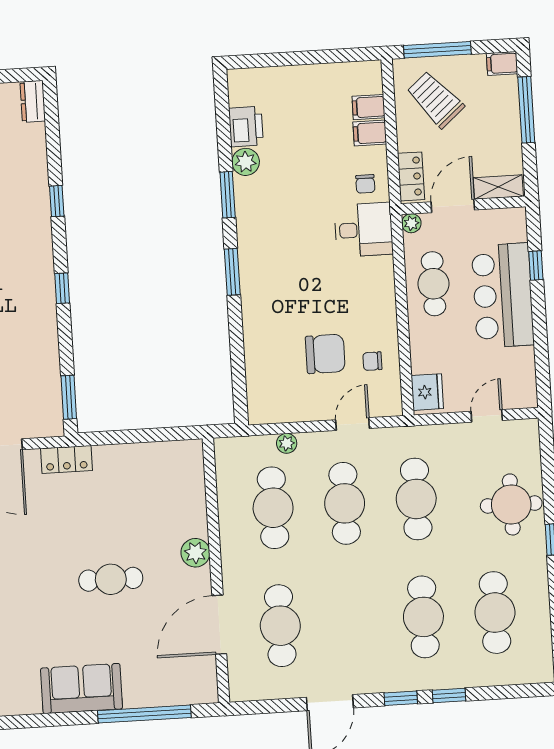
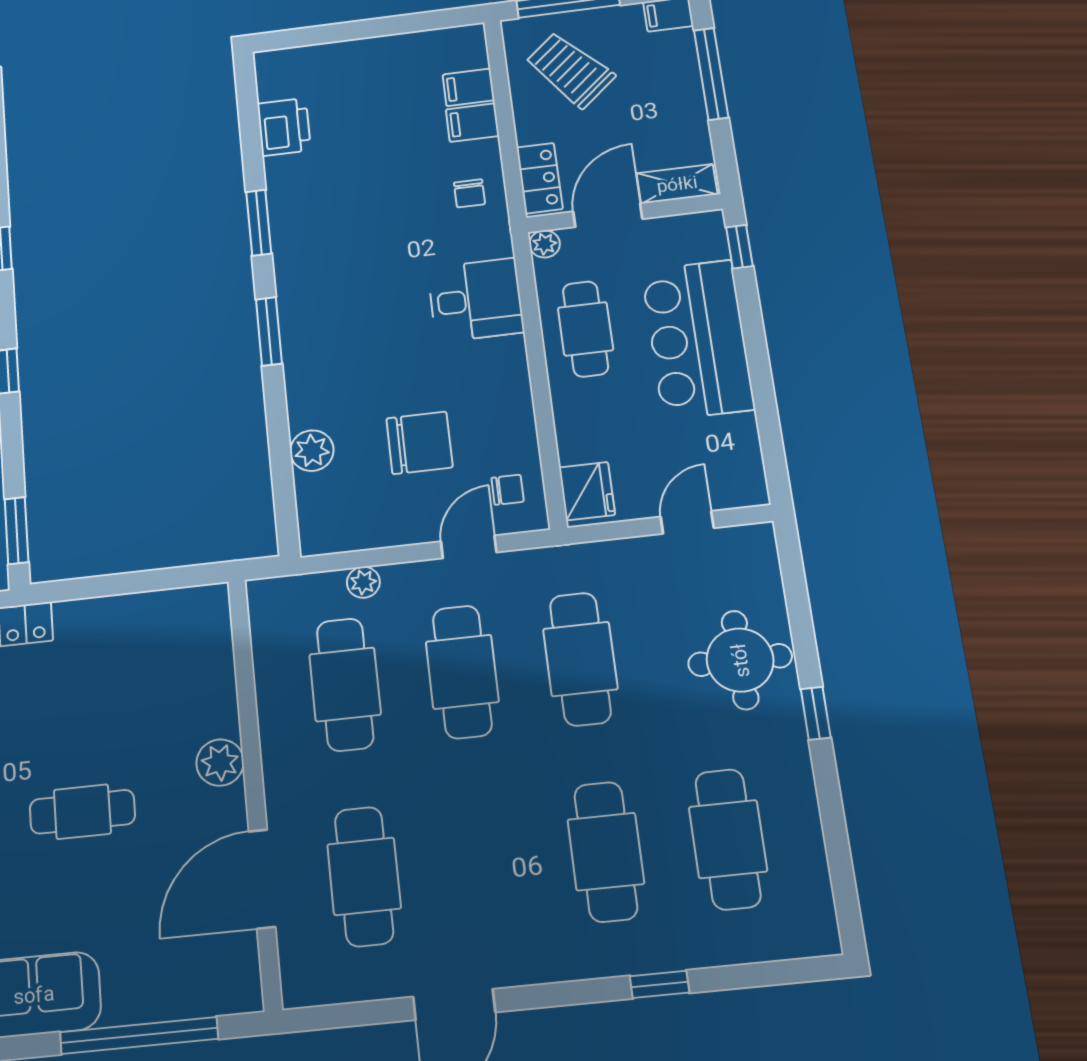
plant: (246, 162) -> (312, 451), moved
desk: (364, 230) -> (476, 300), moved
window: (536, 266) -> (739, 247), moved
chair: (372, 361) -> (508, 490), moved, turned 180
window: (401, 698) -> (576, 993), removed

